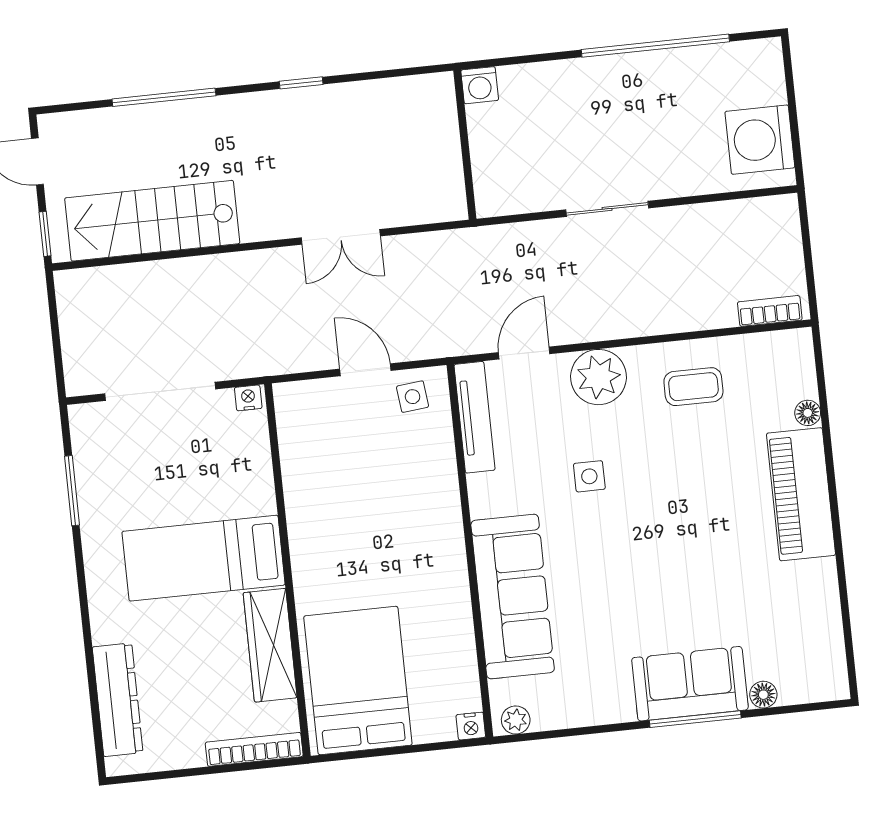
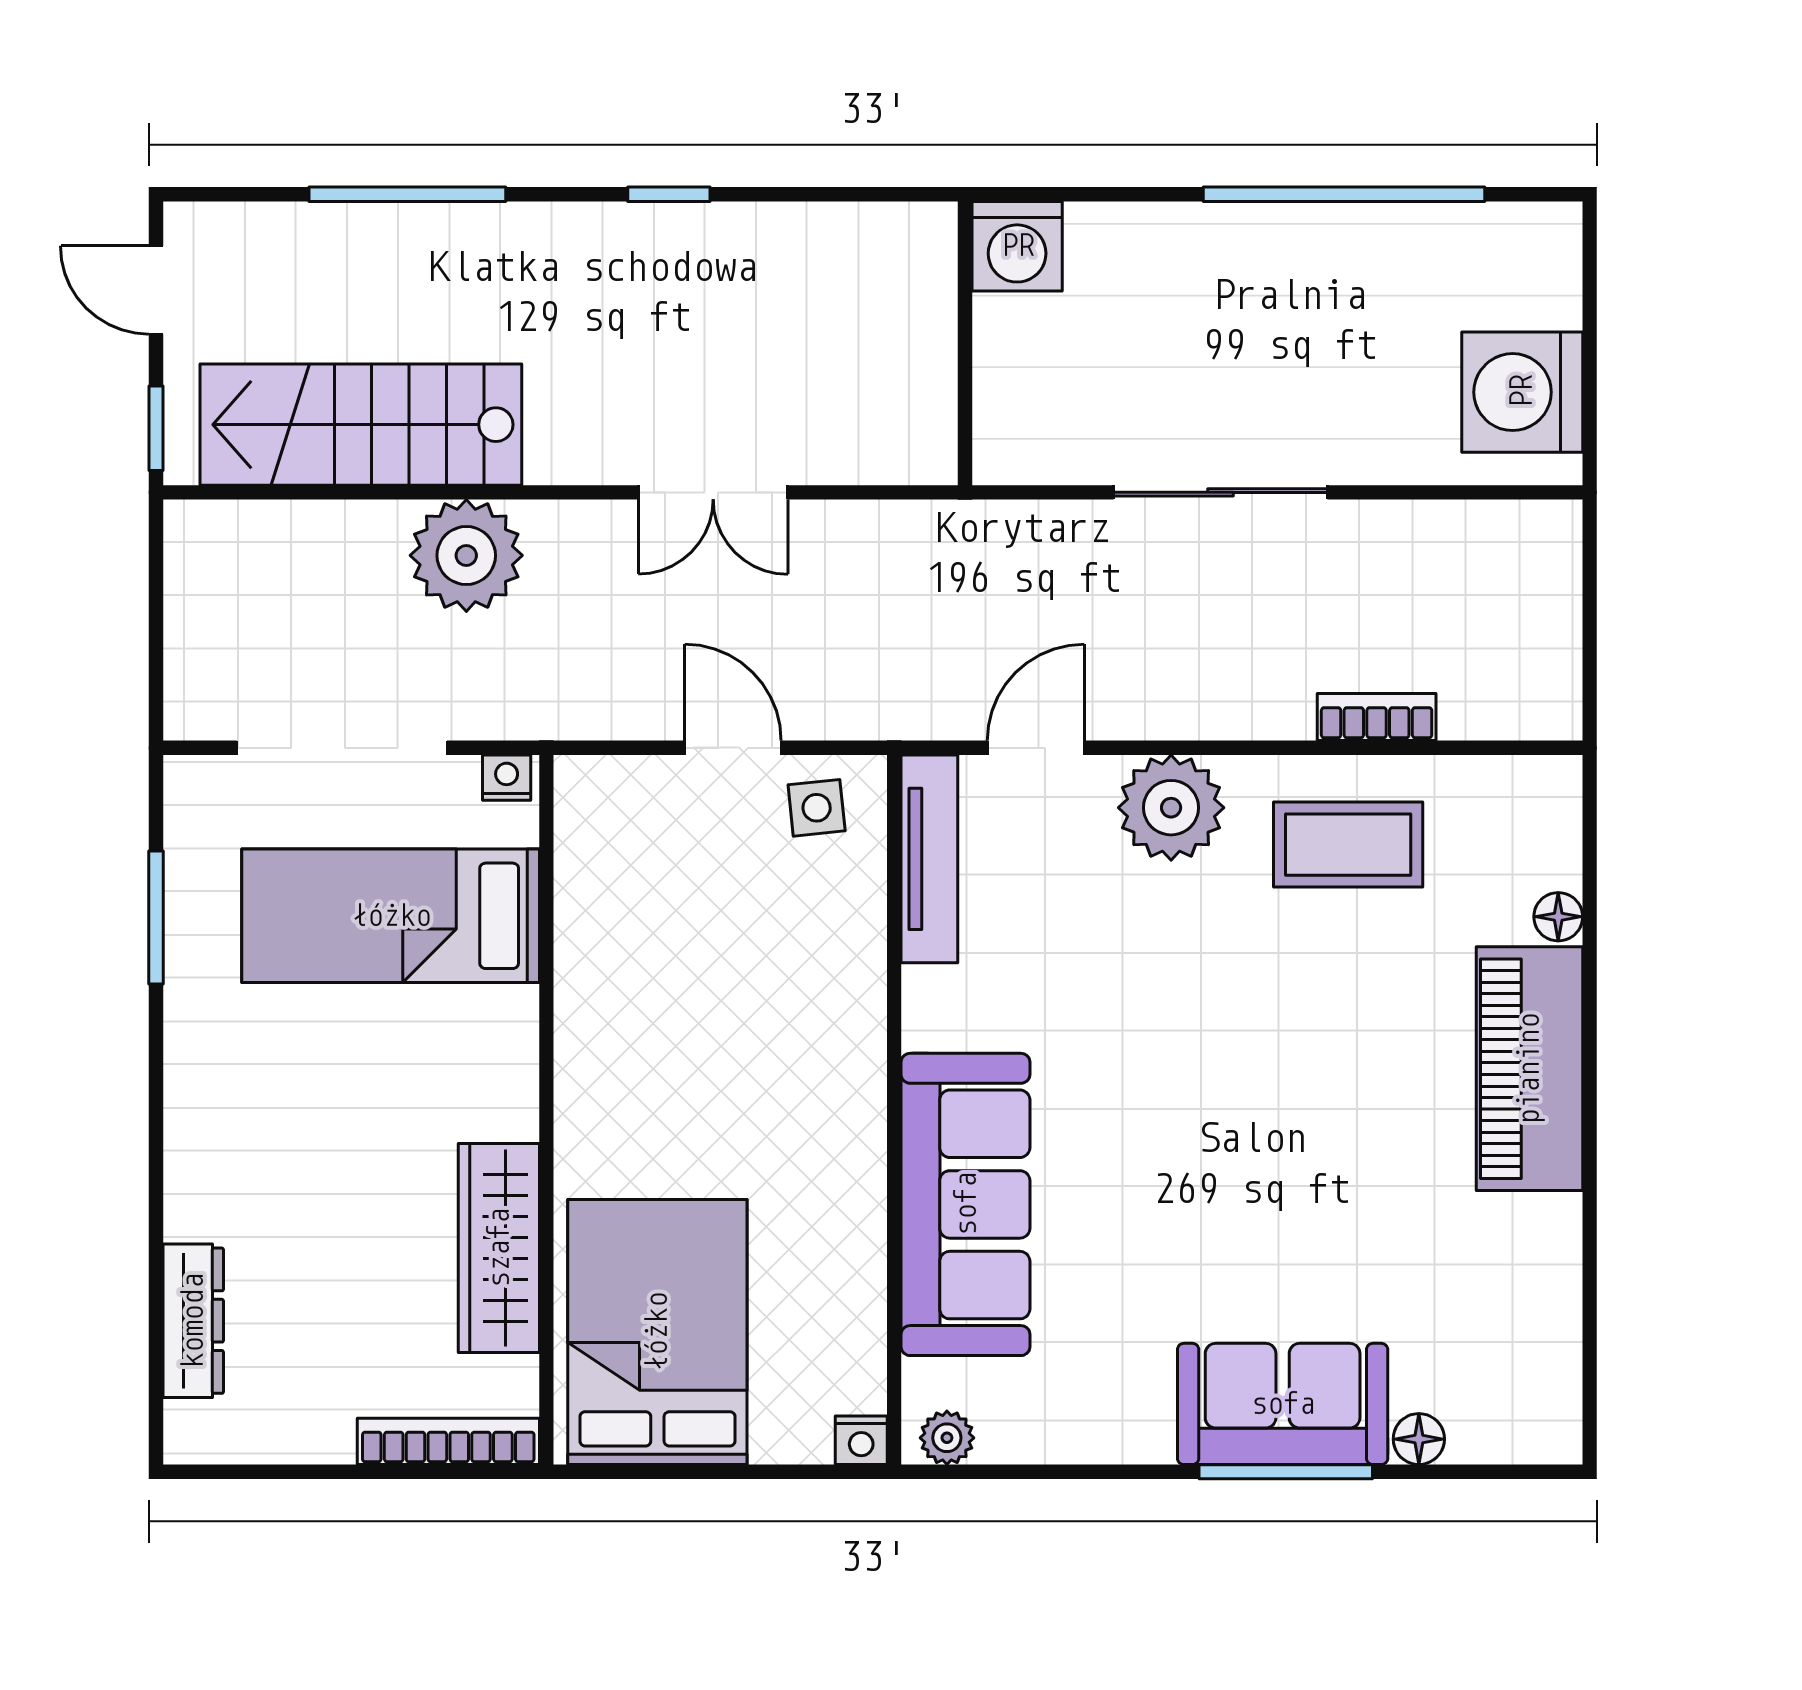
washing machine: (480, 85) -> (1017, 246), width x1.38, depth x1.38
sliding door: (607, 209) -> (1221, 492), width x1.37
plant: (215, 284) -> (466, 555), added
bookcase: (770, 311) -> (1377, 717), moved
coffee table: (693, 387) -> (1348, 845), width x1.36, depth x1.30
side table: (589, 476) -> (1134, 993), removed
bed: (204, 558) -> (391, 916), moved
dresser: (118, 700) -> (193, 1321), width x0.73, depth x0.80

